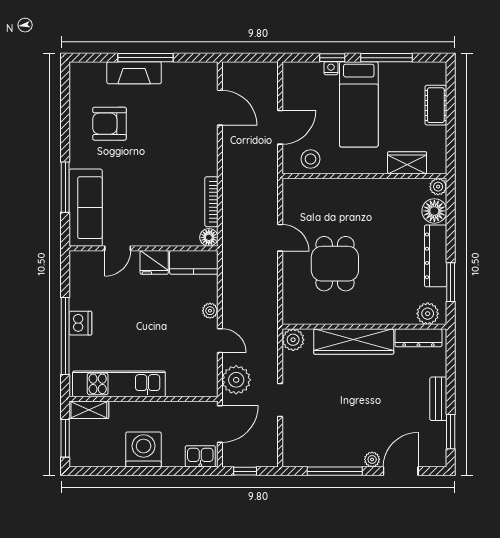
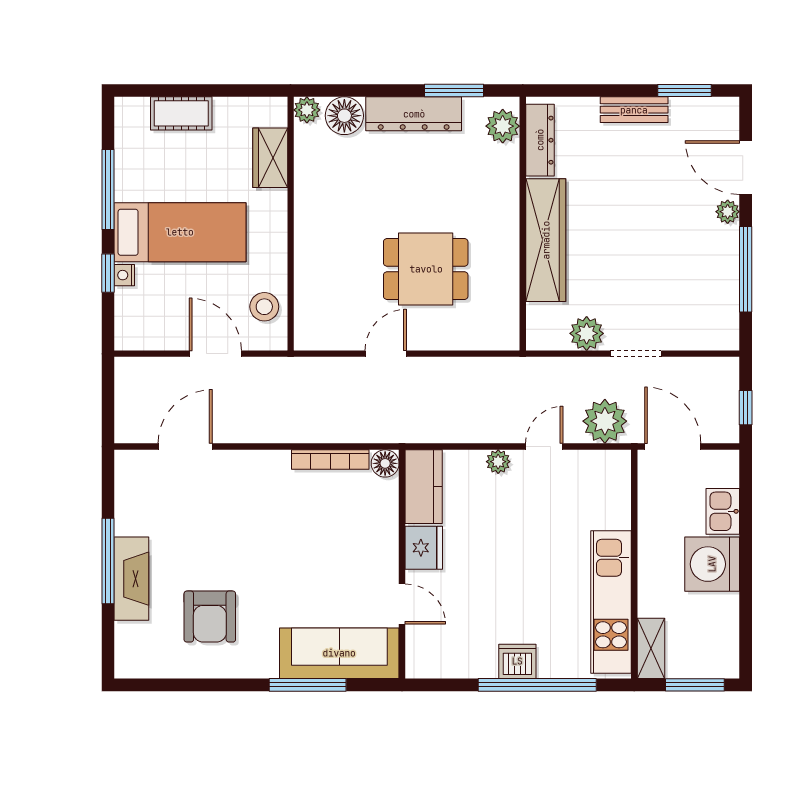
plant: (293, 340) -> (587, 333), moved
kitchen sink: (200, 456) -> (723, 511), moved

